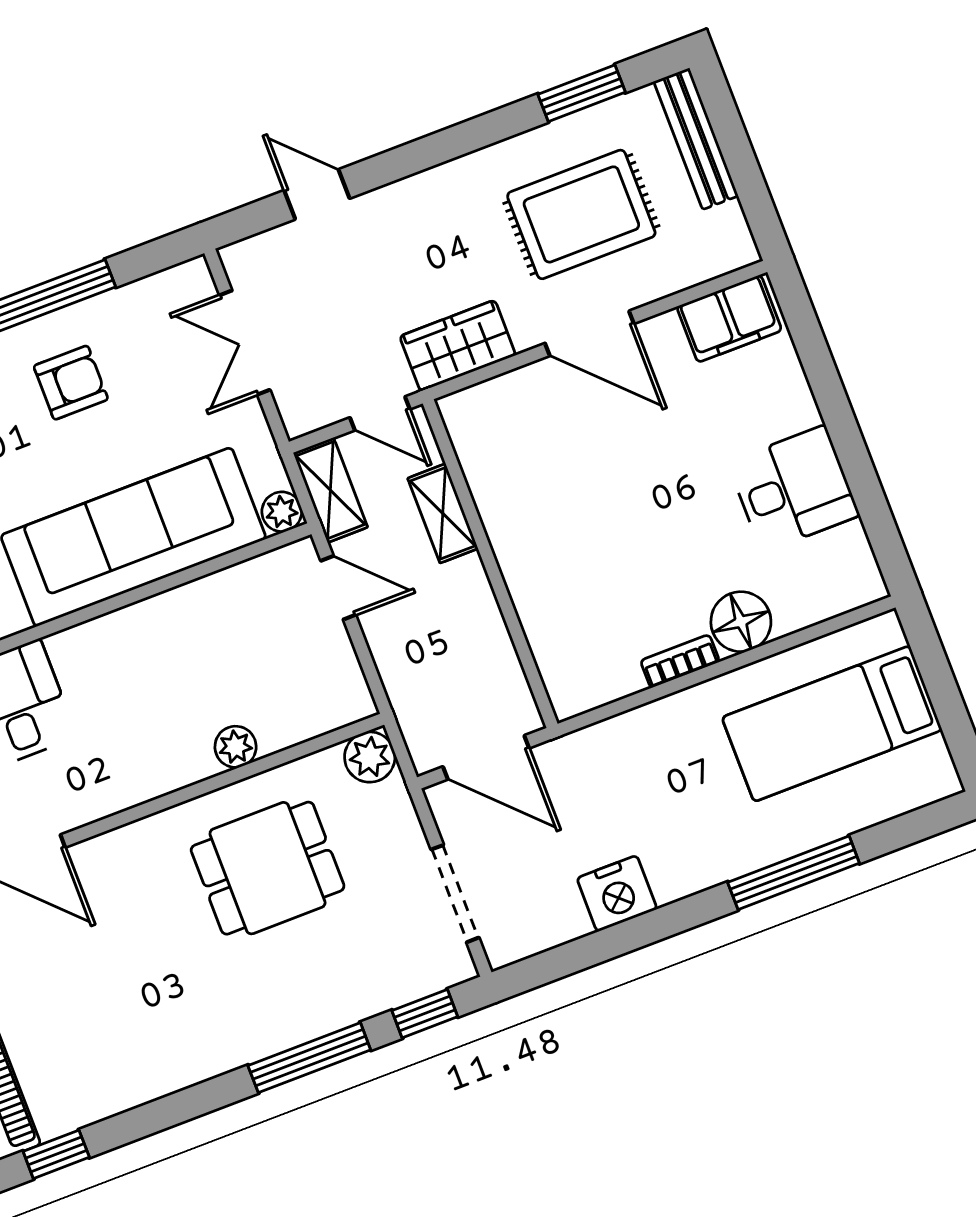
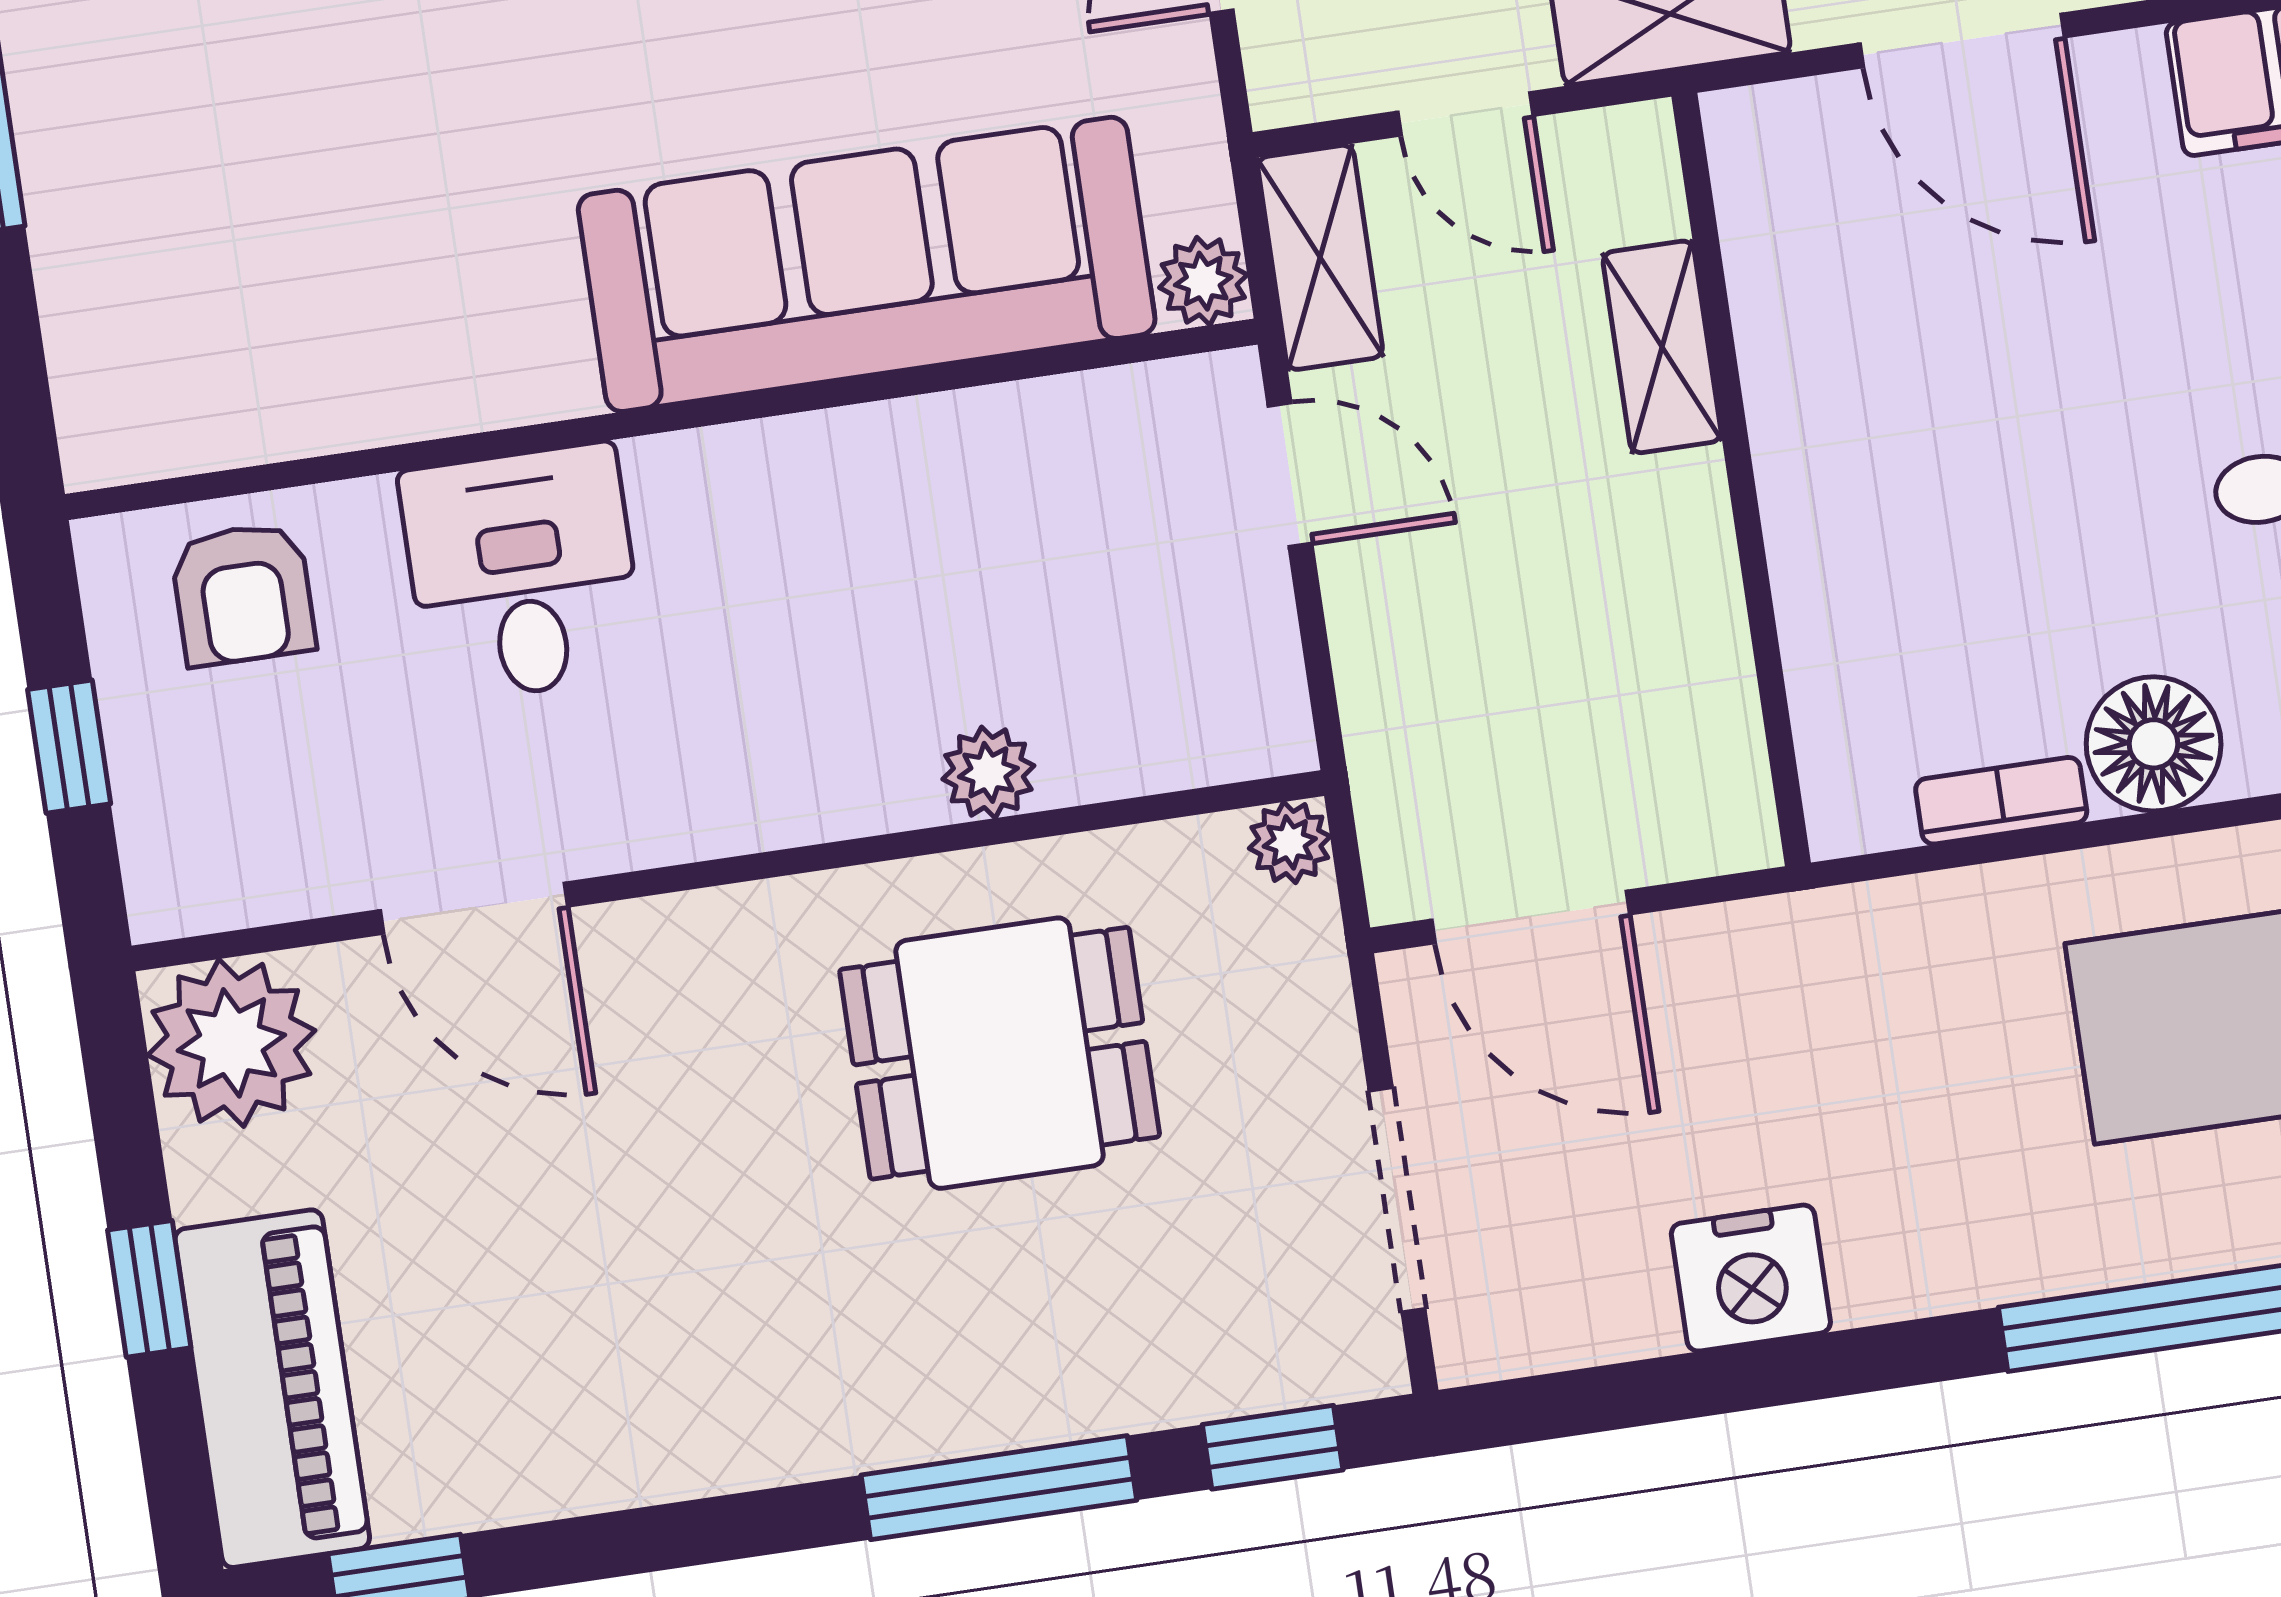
shelving: (443, 513) -> (1662, 347), moved
wall: (490, 564) -> (1741, 480), moved
plant: (370, 757) -> (1290, 842), width x0.73, depth x0.73

